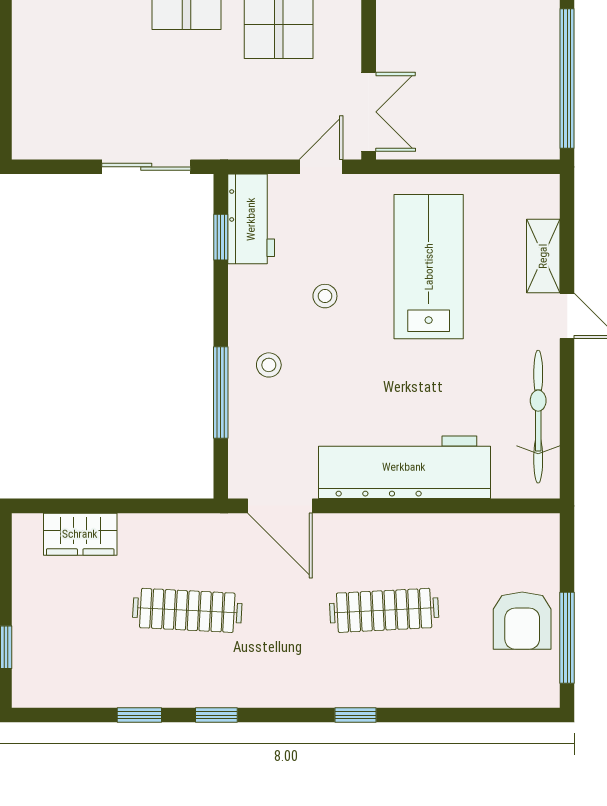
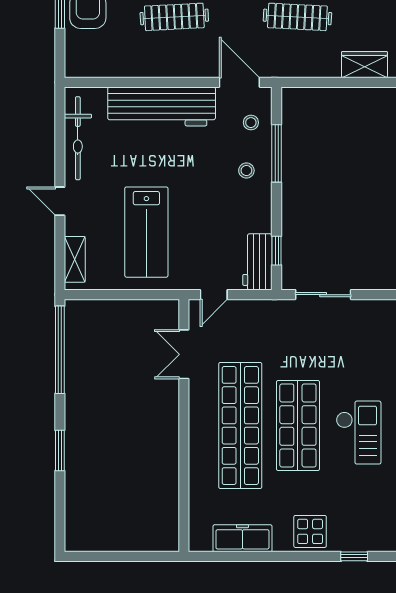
double door: (369, 112) -> (184, 354), moved
shelving: (543, 256) -> (75, 259), moved
stool: (325, 296) -> (251, 123), moved

